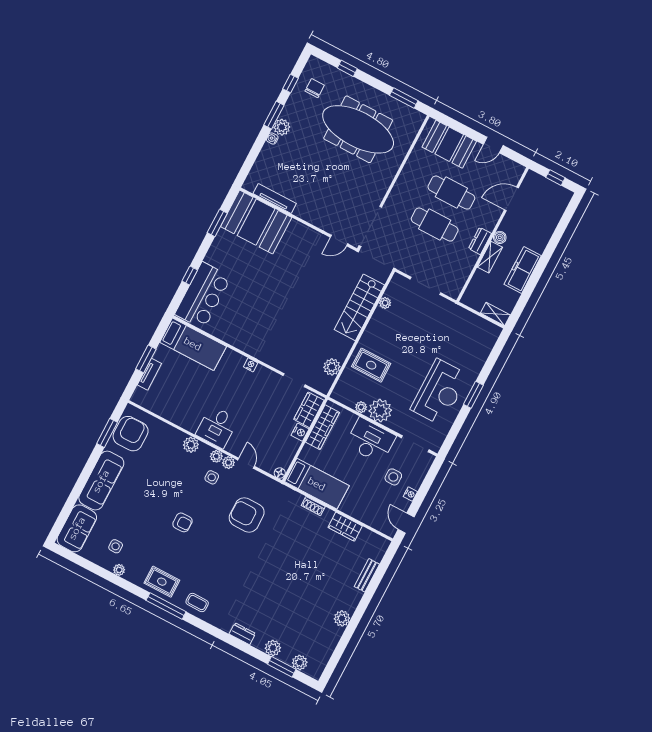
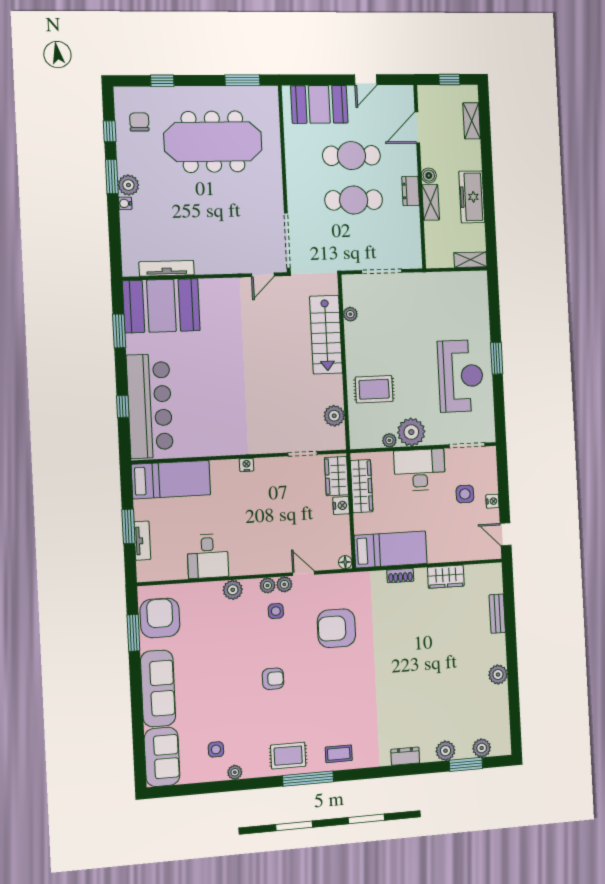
shelving: (555, 216) -> (472, 121), added
bar counter: (203, 296) -> (150, 406), width x1.36
desk: (217, 427) -> (208, 556), moved

